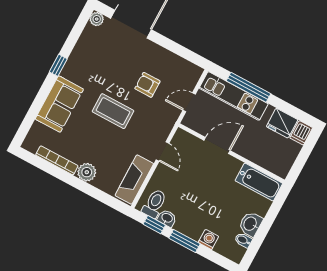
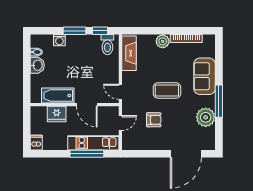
plant: (97, 19) -> (206, 117), moved, width x1.87, depth x1.87
window: (58, 65) -> (219, 101), width x2.17
fridge: (282, 123) -> (57, 114), moved, turned 180
door: (217, 146) -> (87, 105), hinge flipped
door: (163, 152) -> (120, 92), moved
bathtub: (259, 182) -> (58, 96), moved
washbasin: (167, 218) -> (94, 40), removed

